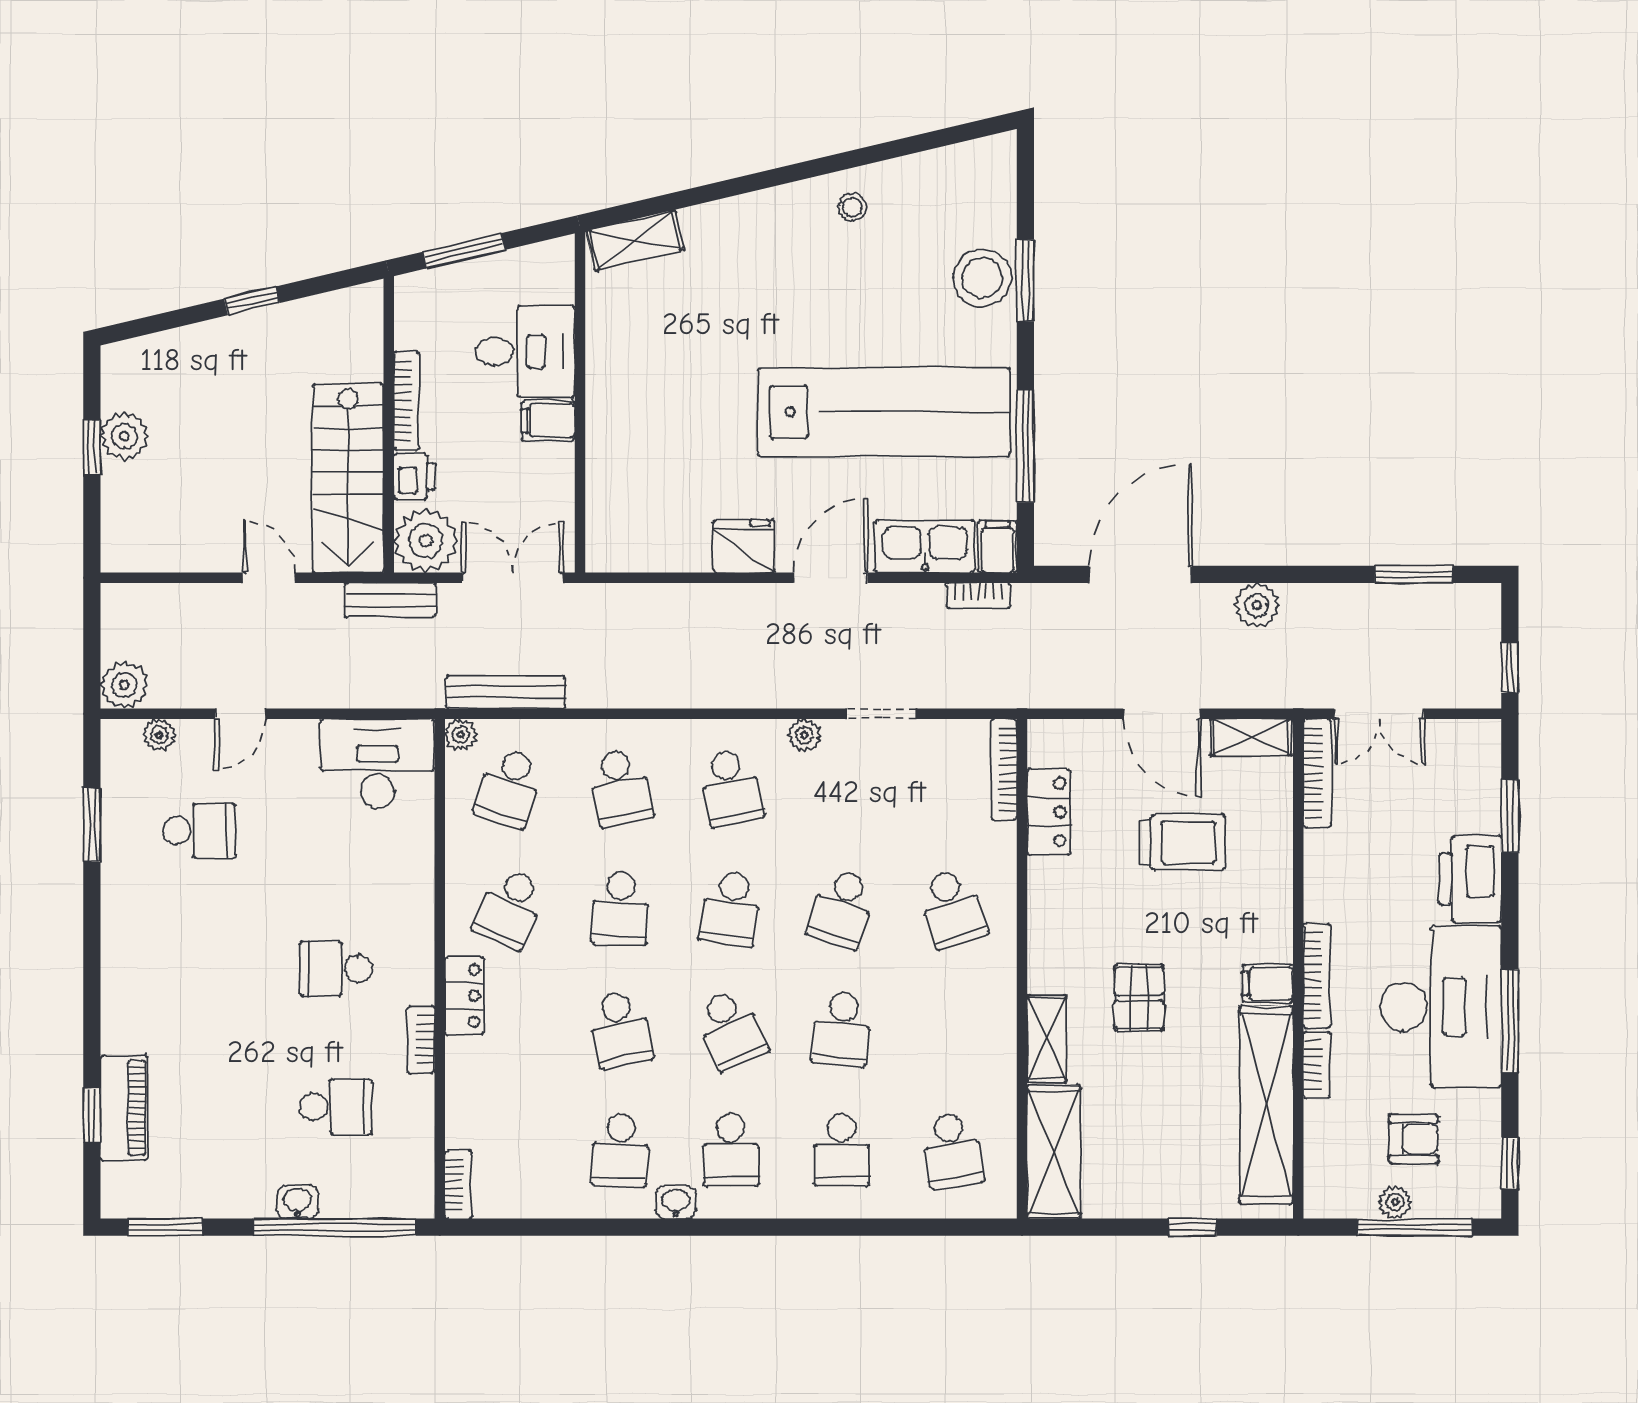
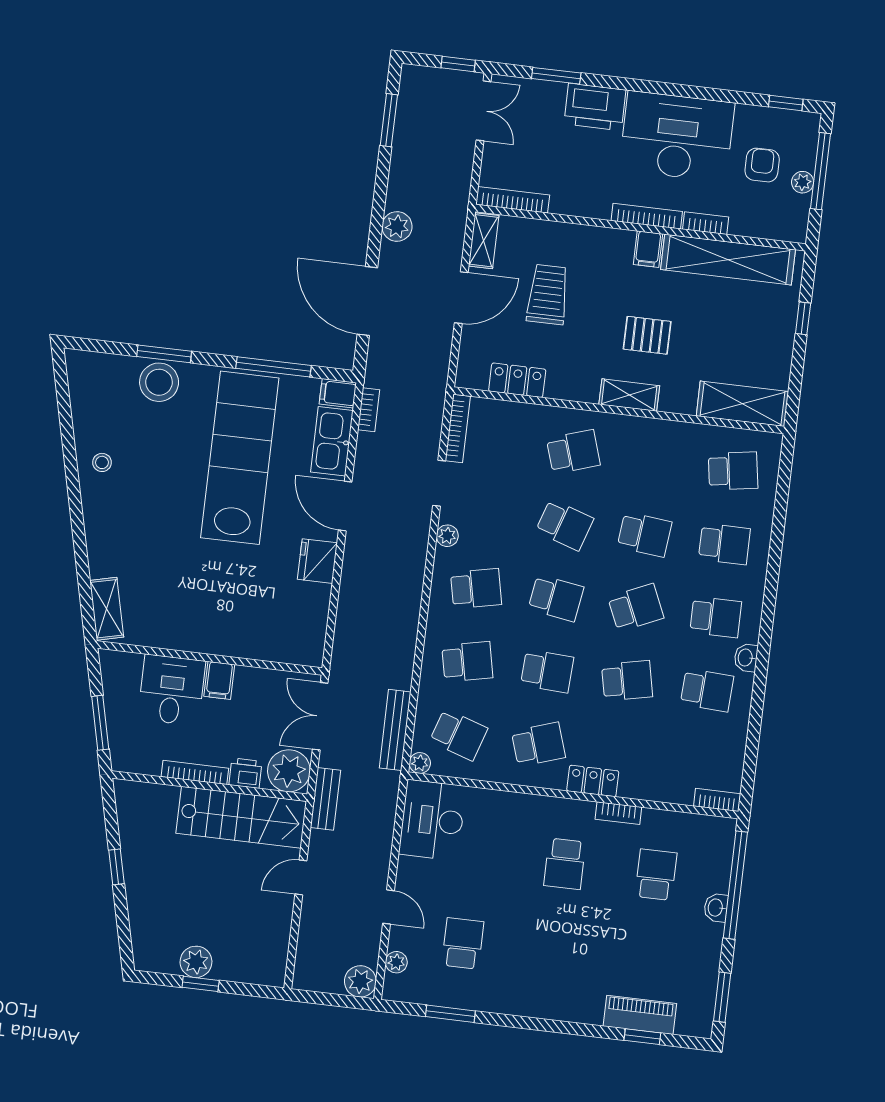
double door: (1379, 714) -> (484, 111), moved
bookcase: (1004, 769) -> (458, 428), moved, turned -90
school desk: (510, 908) -> (538, 744), turned -42
window: (1510, 1021) -> (692, 92), removed
shelving: (1047, 1039) -> (629, 395), moved

